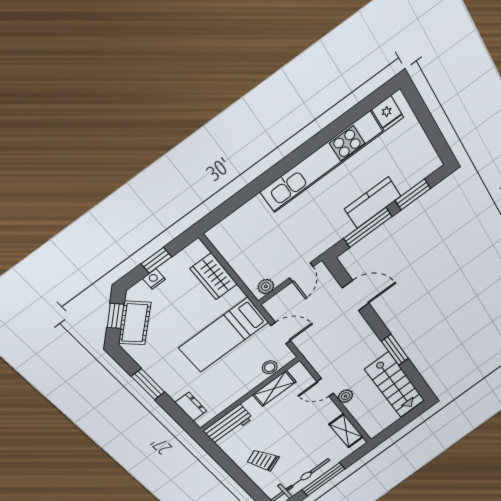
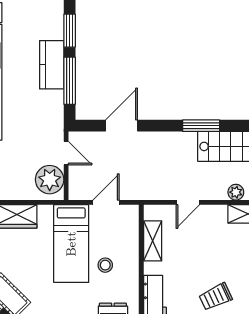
plant: (266, 286) -> (50, 180), width x1.88, depth x1.88
stool: (270, 367) -> (105, 265), moved
plant: (346, 396) -> (236, 192), moved

